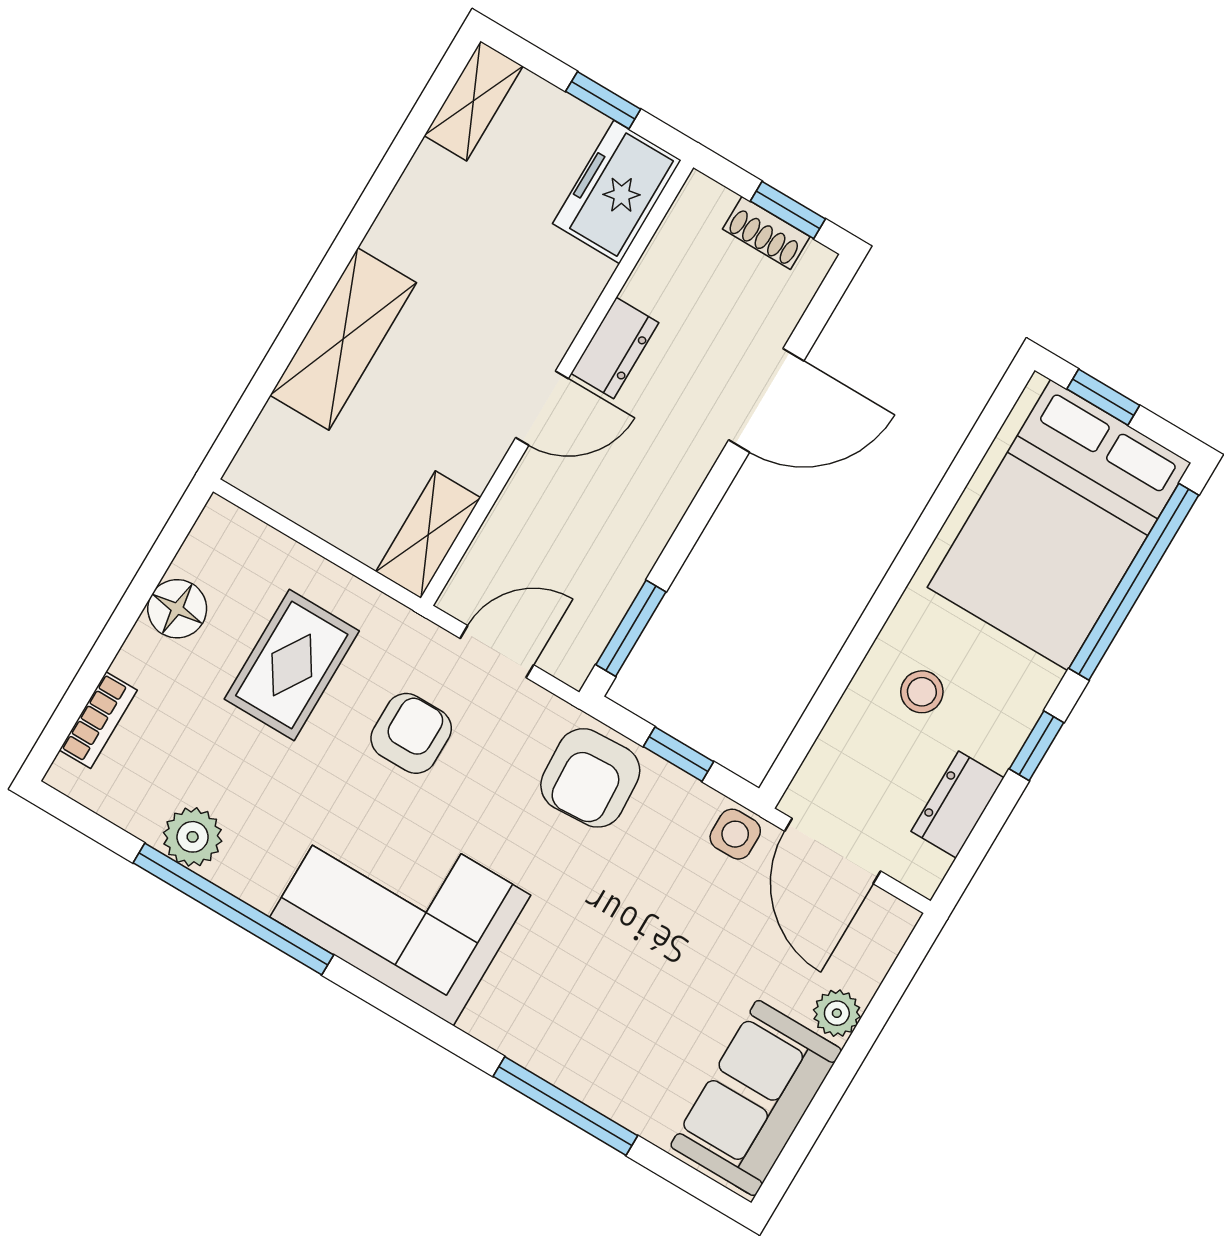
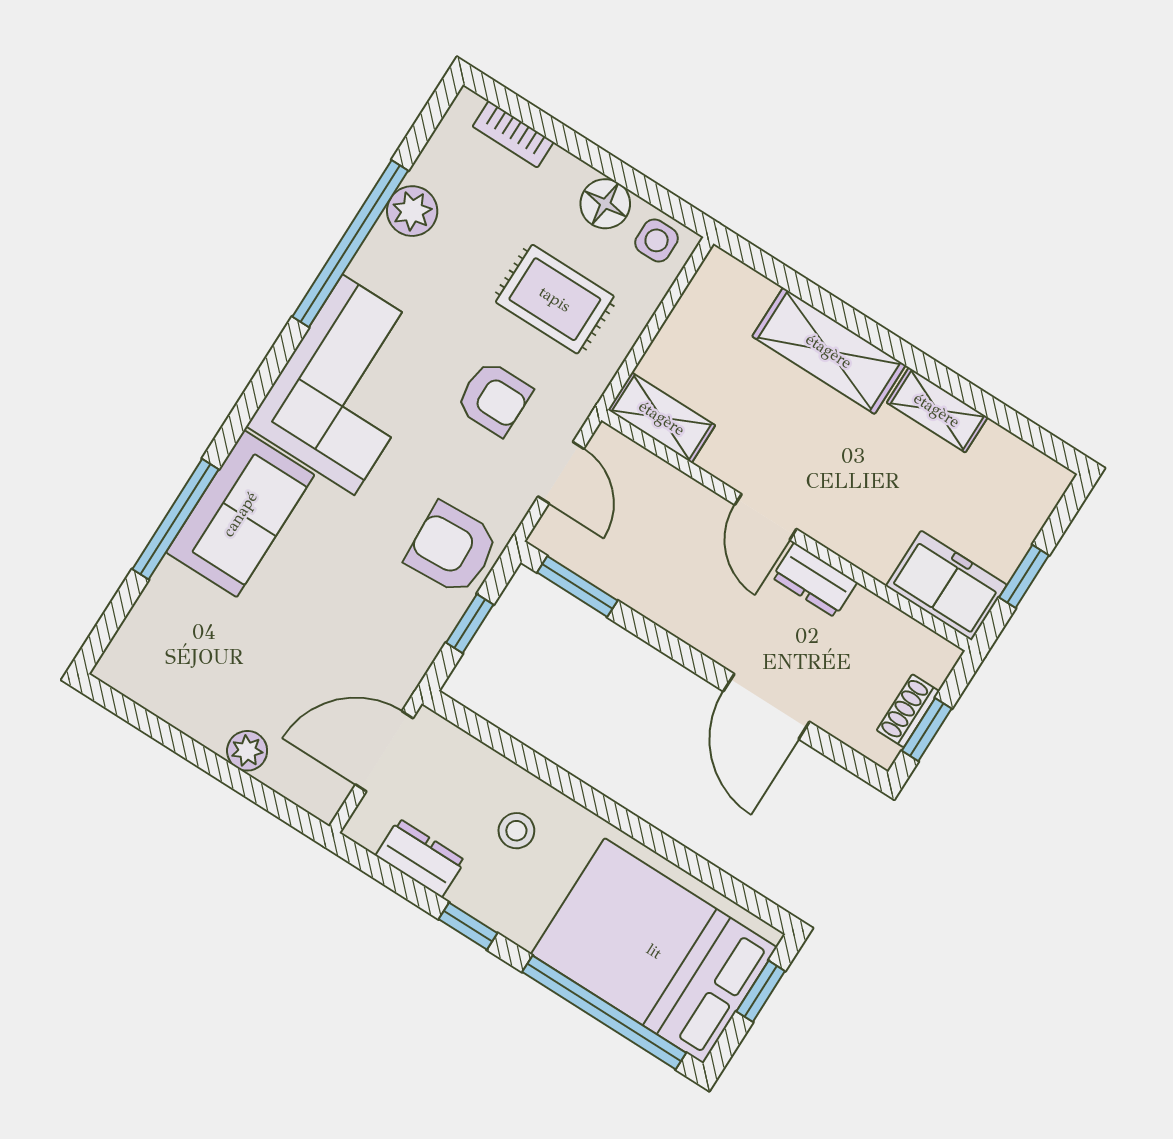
shelving: (474, 101) -> (937, 410), moved
side table: (735, 834) -> (657, 240), moved
sofa: (756, 1098) -> (240, 514), moved, turned 90

